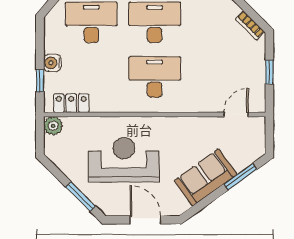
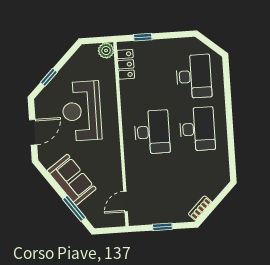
water cooler: (52, 63) -> (158, 46), removed
door: (236, 114) -> (125, 202), swing flipped
reception desk: (124, 160) -> (82, 111), turned 180
window: (81, 197) -> (49, 77), width x0.67

